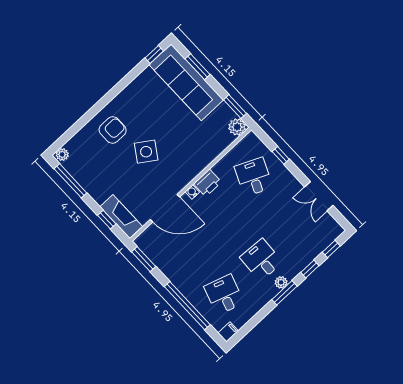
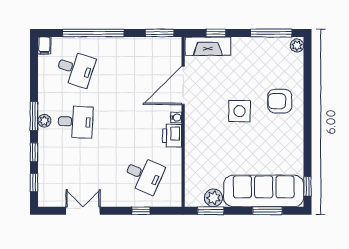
plant: (237, 127) -> (213, 198), moved
armchair: (113, 130) -> (280, 101), turned 90
side table: (146, 152) -> (239, 111), turned -33

